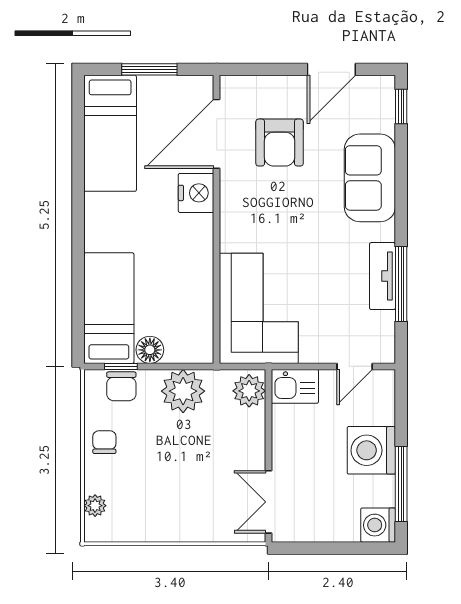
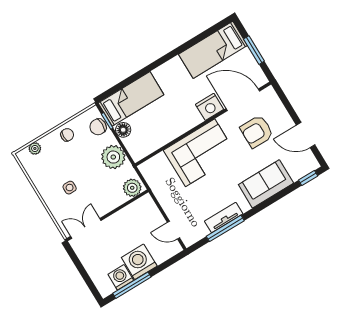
corner sofa: (259, 308) -> (200, 153), moved
kitchen sink: (295, 386) -> (147, 208), removed
side table: (189, 488) -> (70, 188), added
washing machine: (378, 525) -> (121, 277), moved

